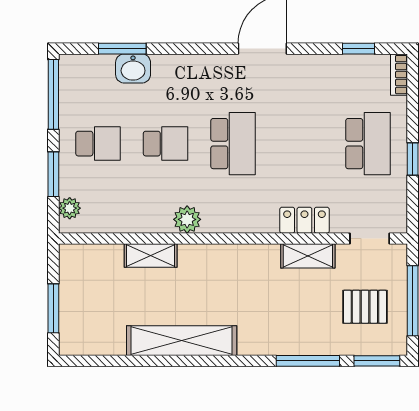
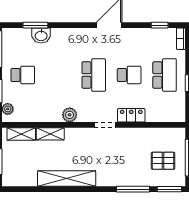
school desk: (166, 144) -> (129, 75), moved
doorway: (370, 239) -> (105, 125), moved
shelving: (308, 256) -> (21, 134), moved

